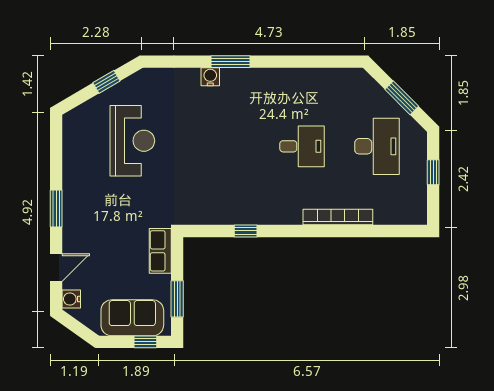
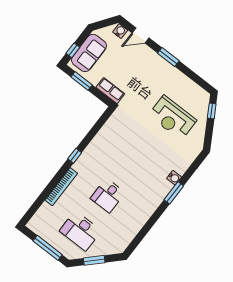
window: (106, 82) -> (212, 111), moved
window: (433, 172) -> (48, 248), width x2.17
window: (246, 231) -> (75, 156), moved
door: (56, 268) -> (140, 35), hinge flipped

